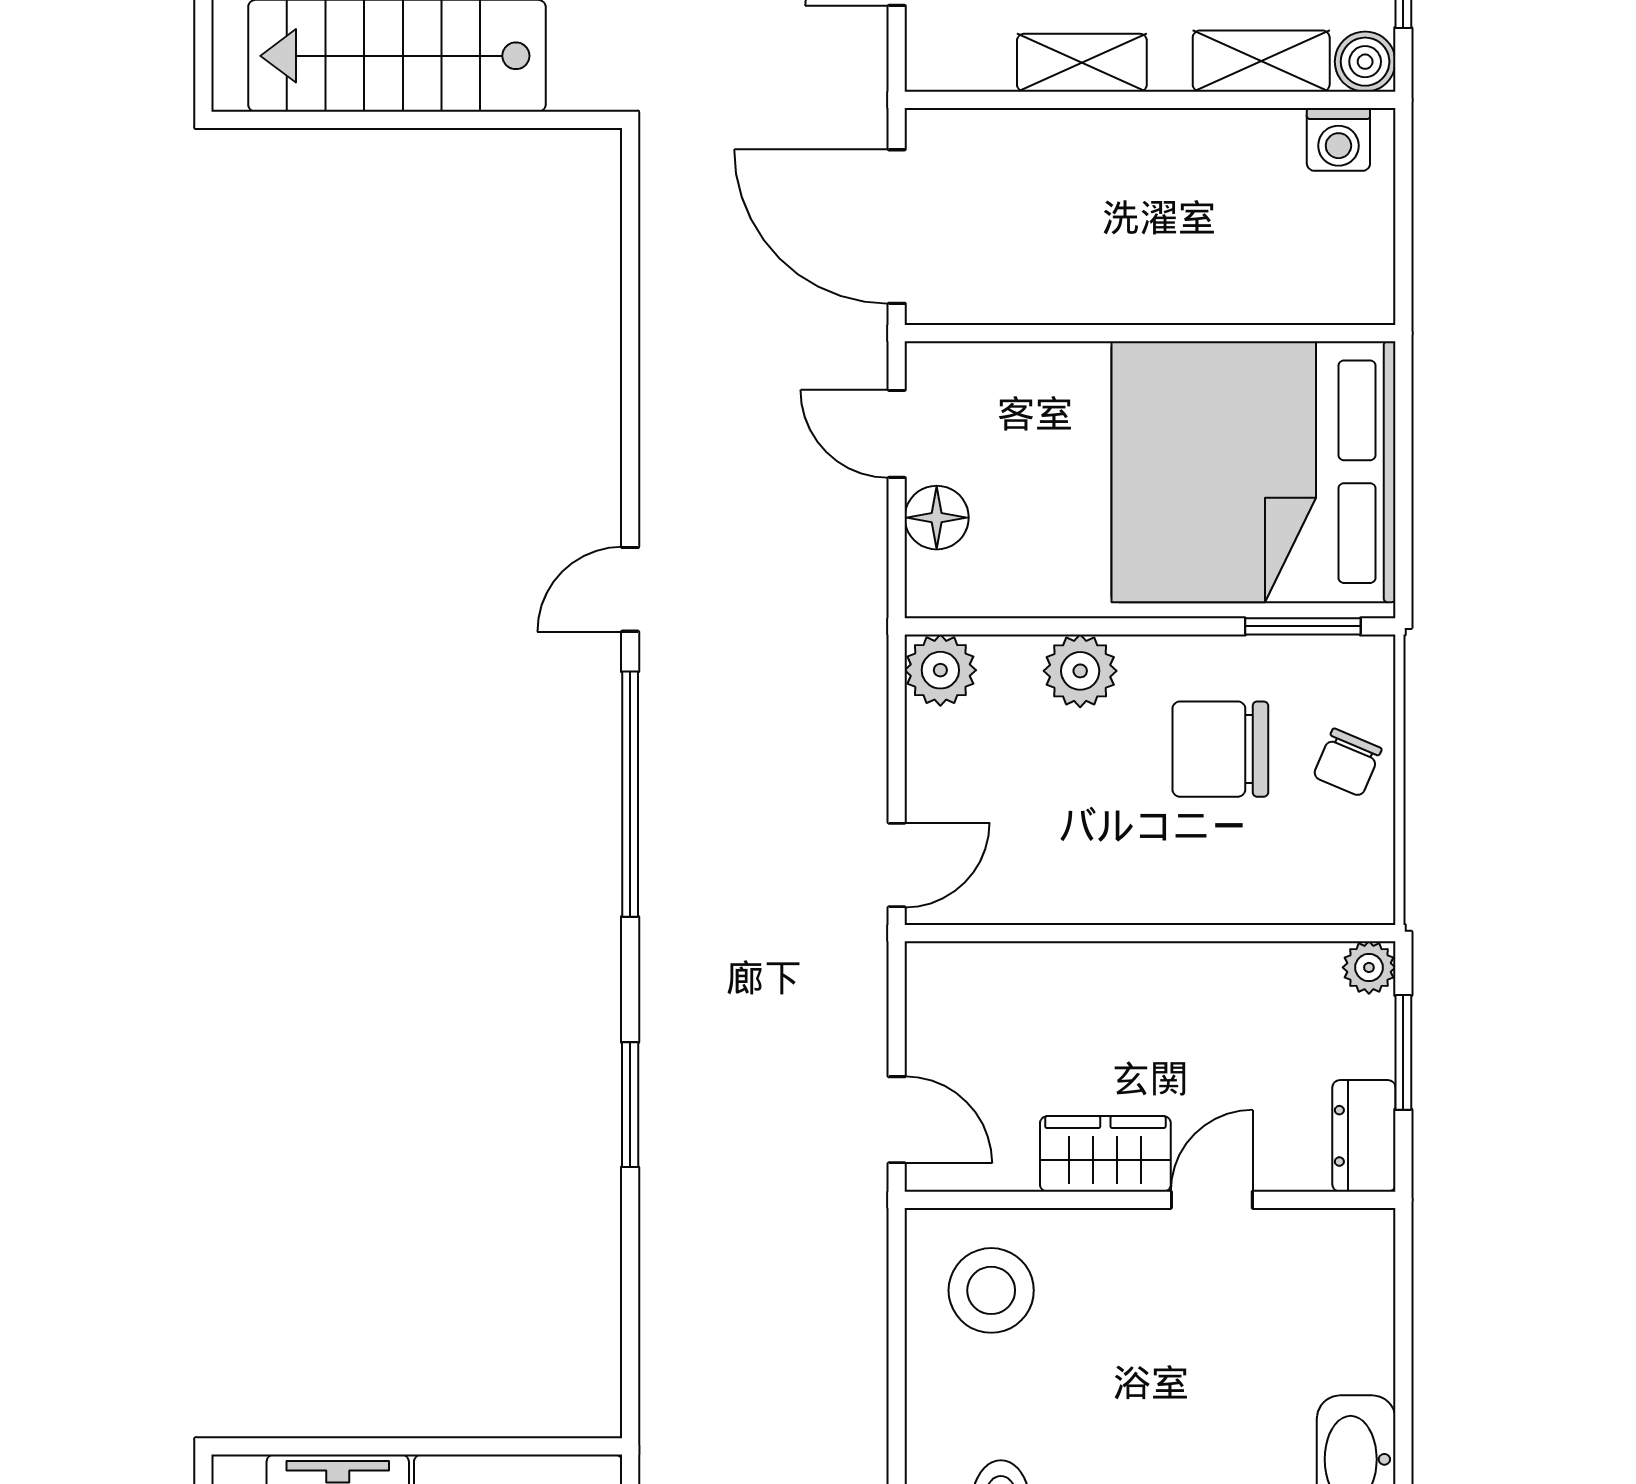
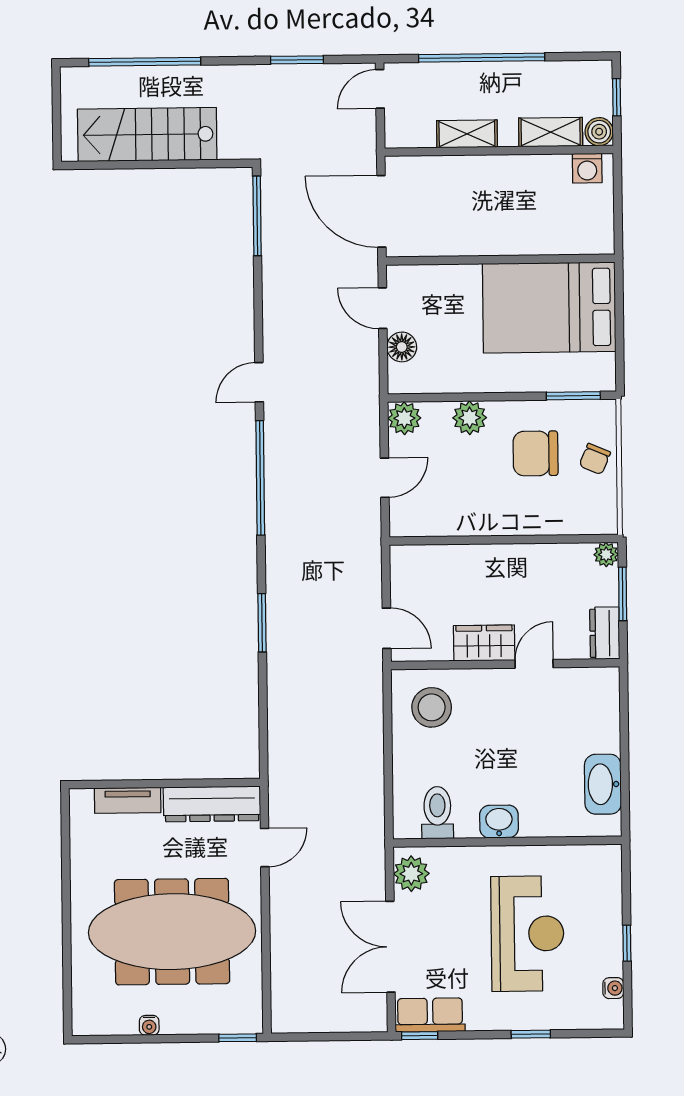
window: (630, 233) -> (257, 216), added
bed: (1253, 472) -> (549, 308), width x0.73
door: (897, 865) -> (385, 478), moved

